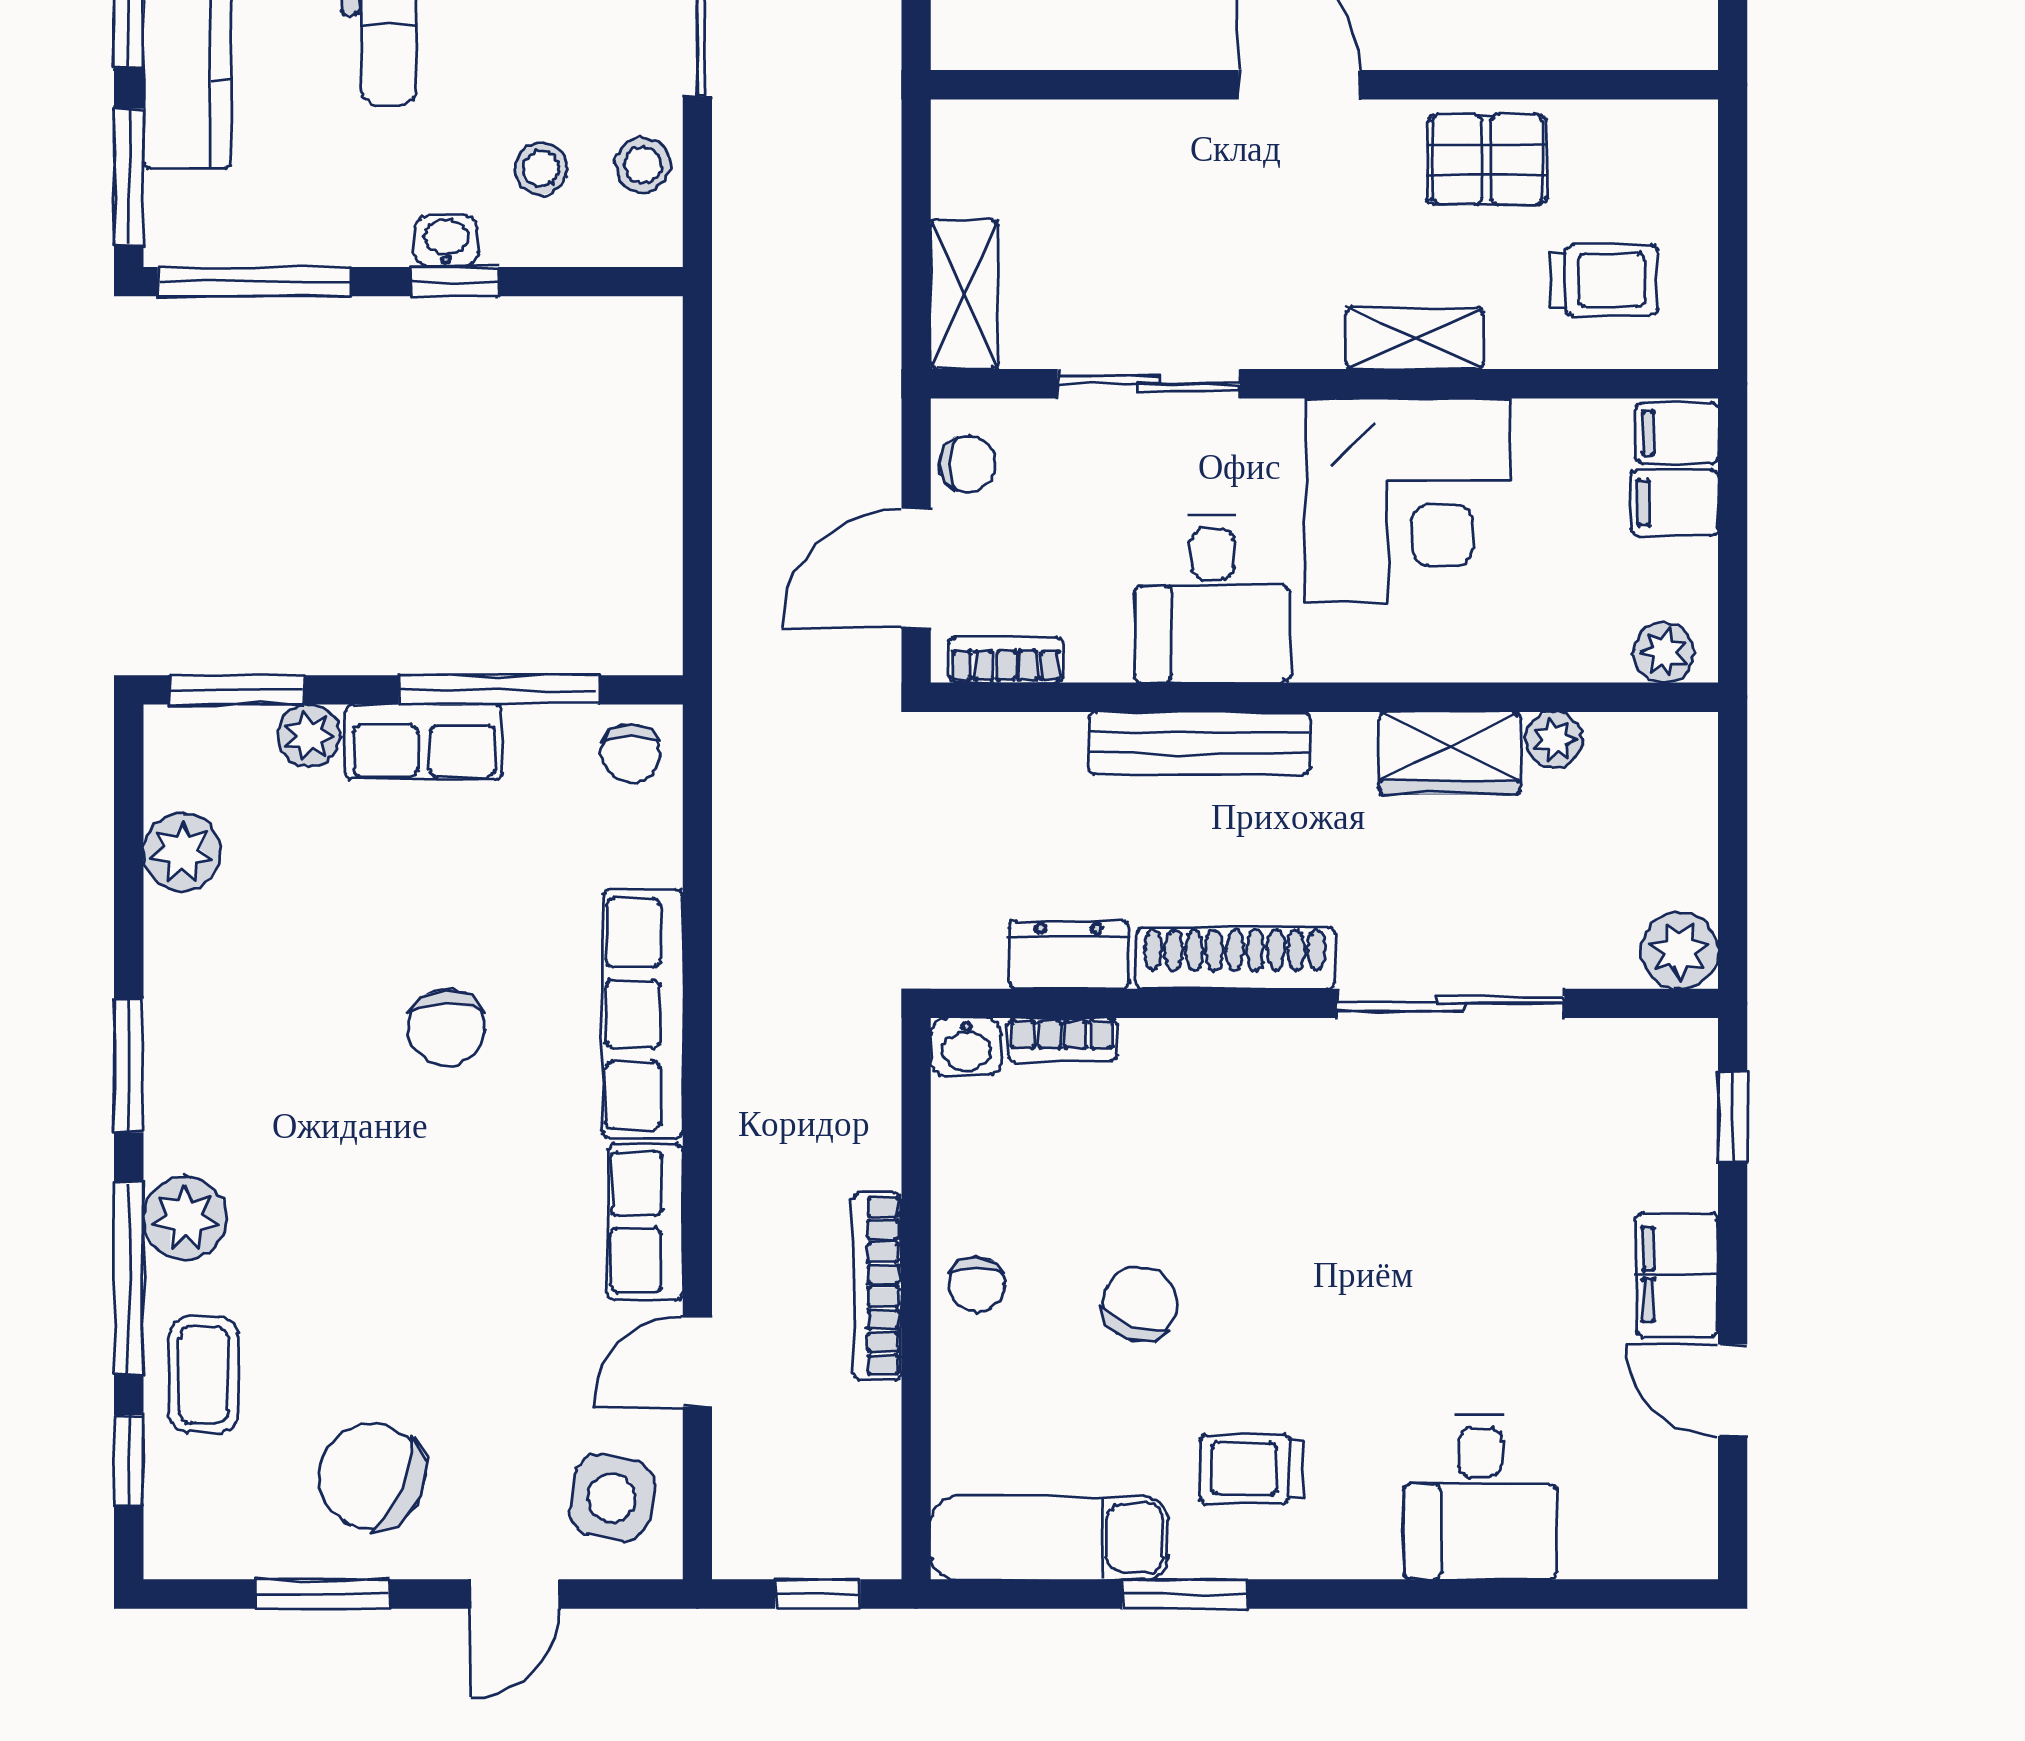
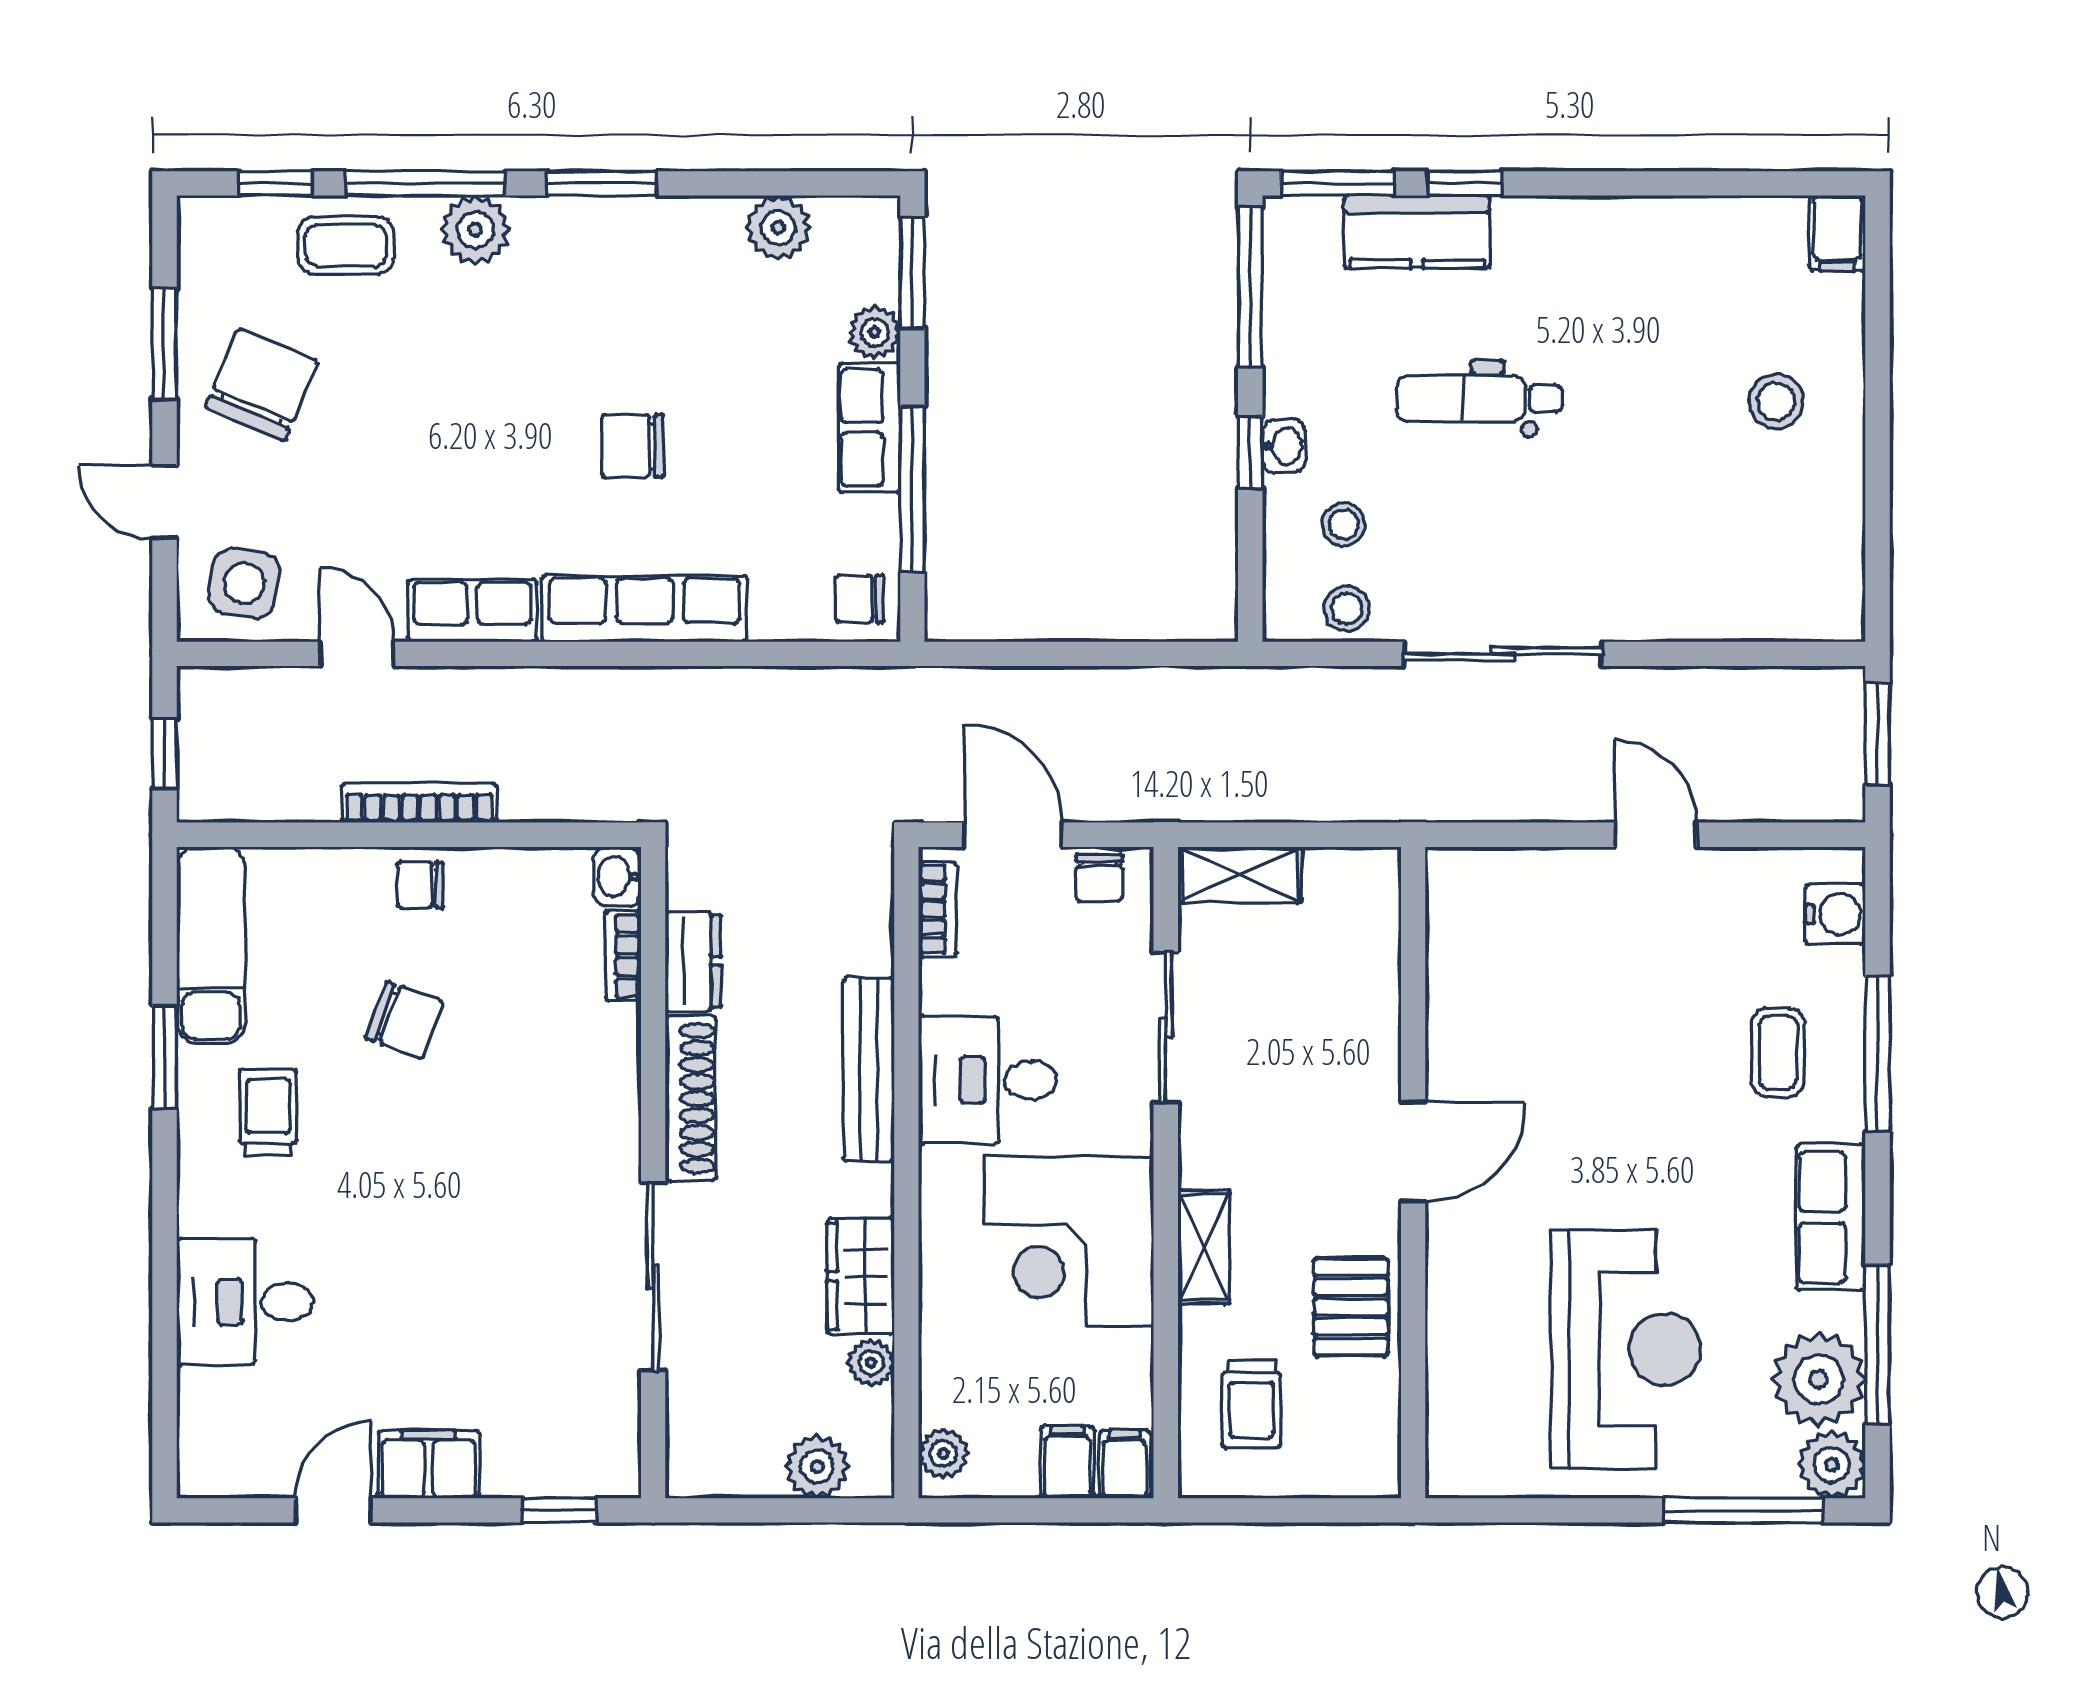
plant: (1680, 951) -> (817, 1467), moved

